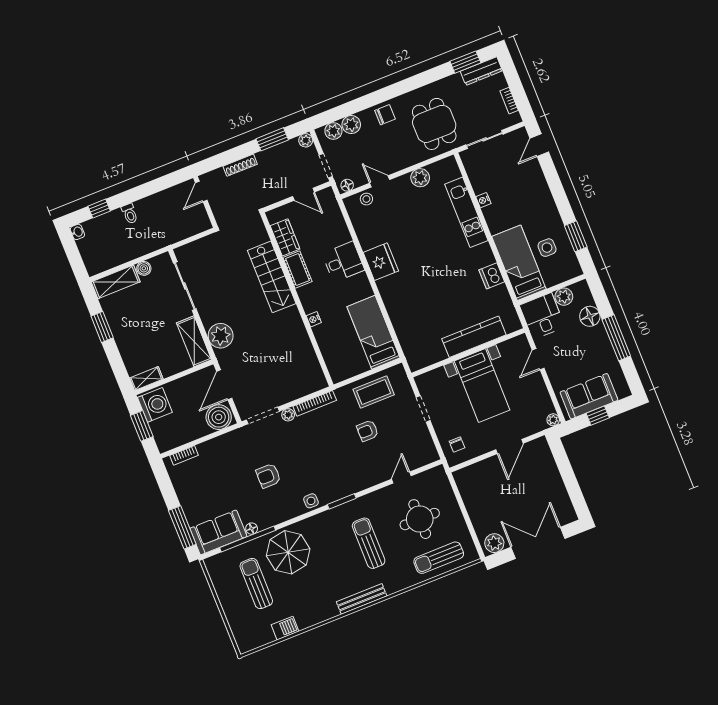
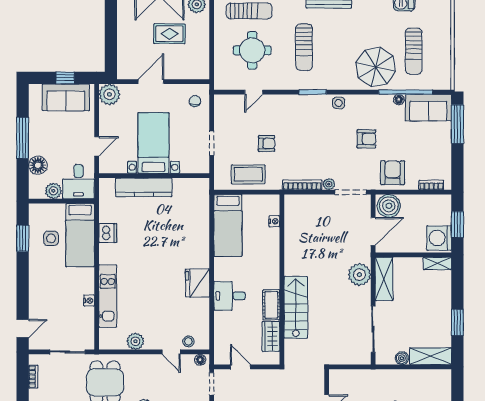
nightstand: (314, 319) -> (274, 221), moved
plant: (553, 420) -> (109, 94), width x1.88, depth x1.88
armchair: (228, 452) -> (393, 173), added
rug: (510, 502) -> (169, 34), added

